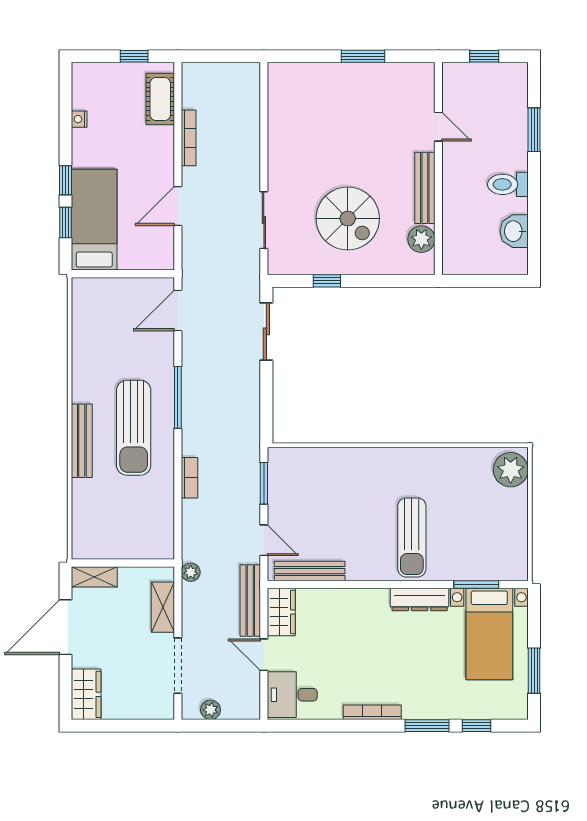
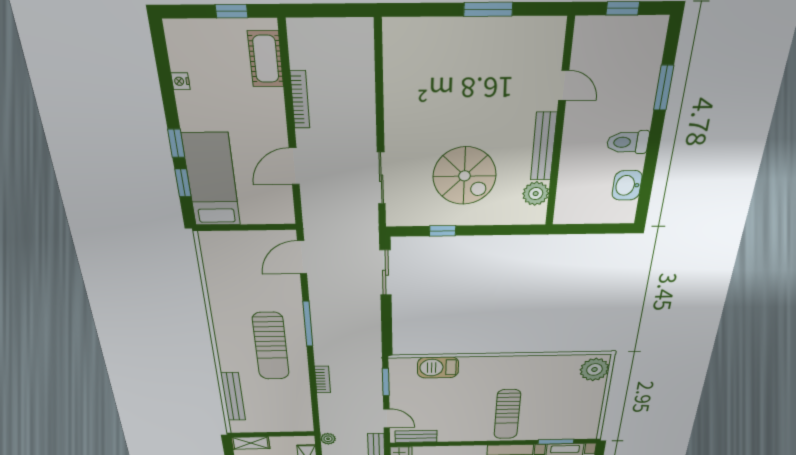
bench: (82, 441) -> (233, 397), moved
barbecue: (325, 463) -> (438, 367), added
bench: (310, 571) -> (416, 436), width x0.73

